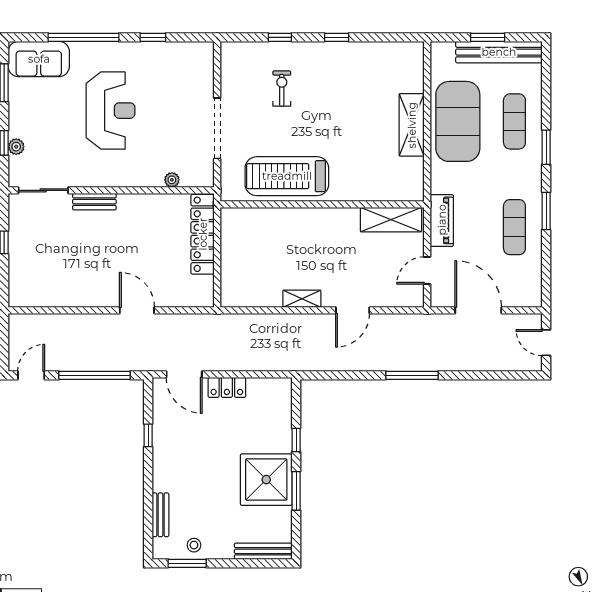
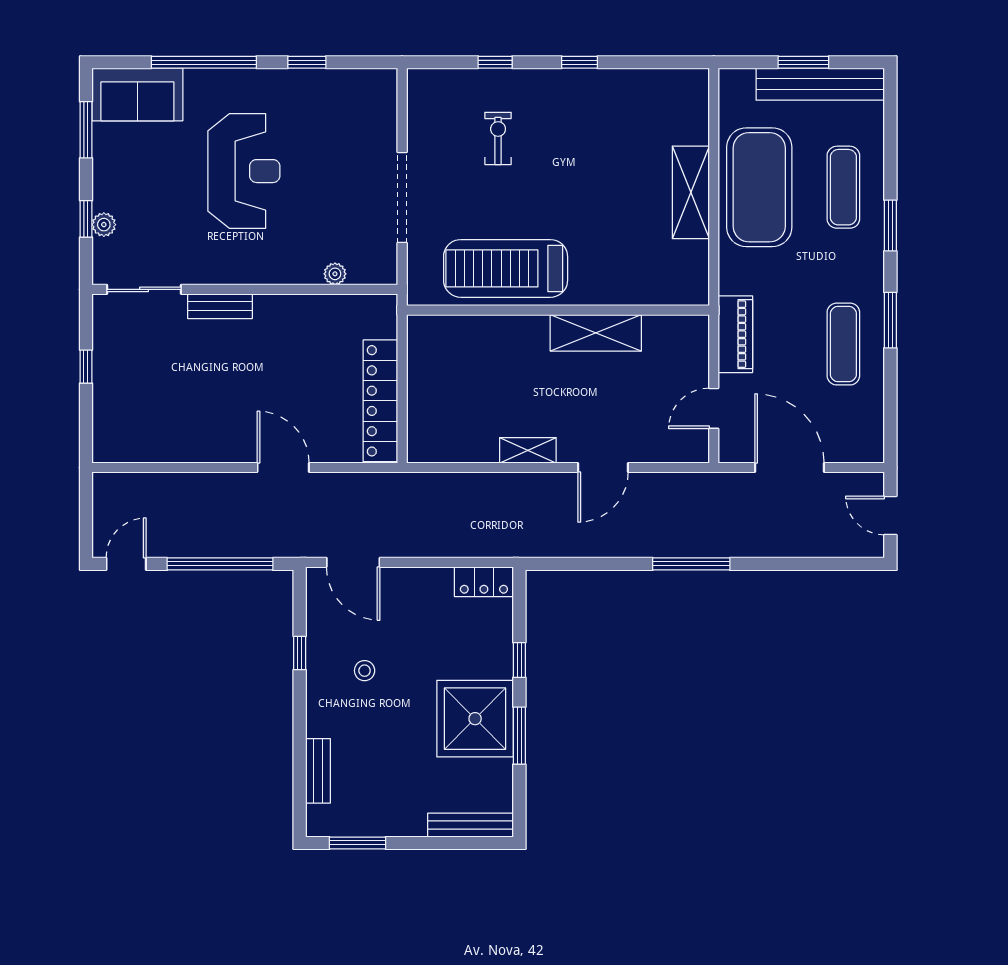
shelving: (391, 220) -> (596, 333), moved
locker: (203, 234) -> (380, 401), moved
locker: (227, 387) -> (484, 582), moved
stool: (194, 545) -> (365, 671), moved

